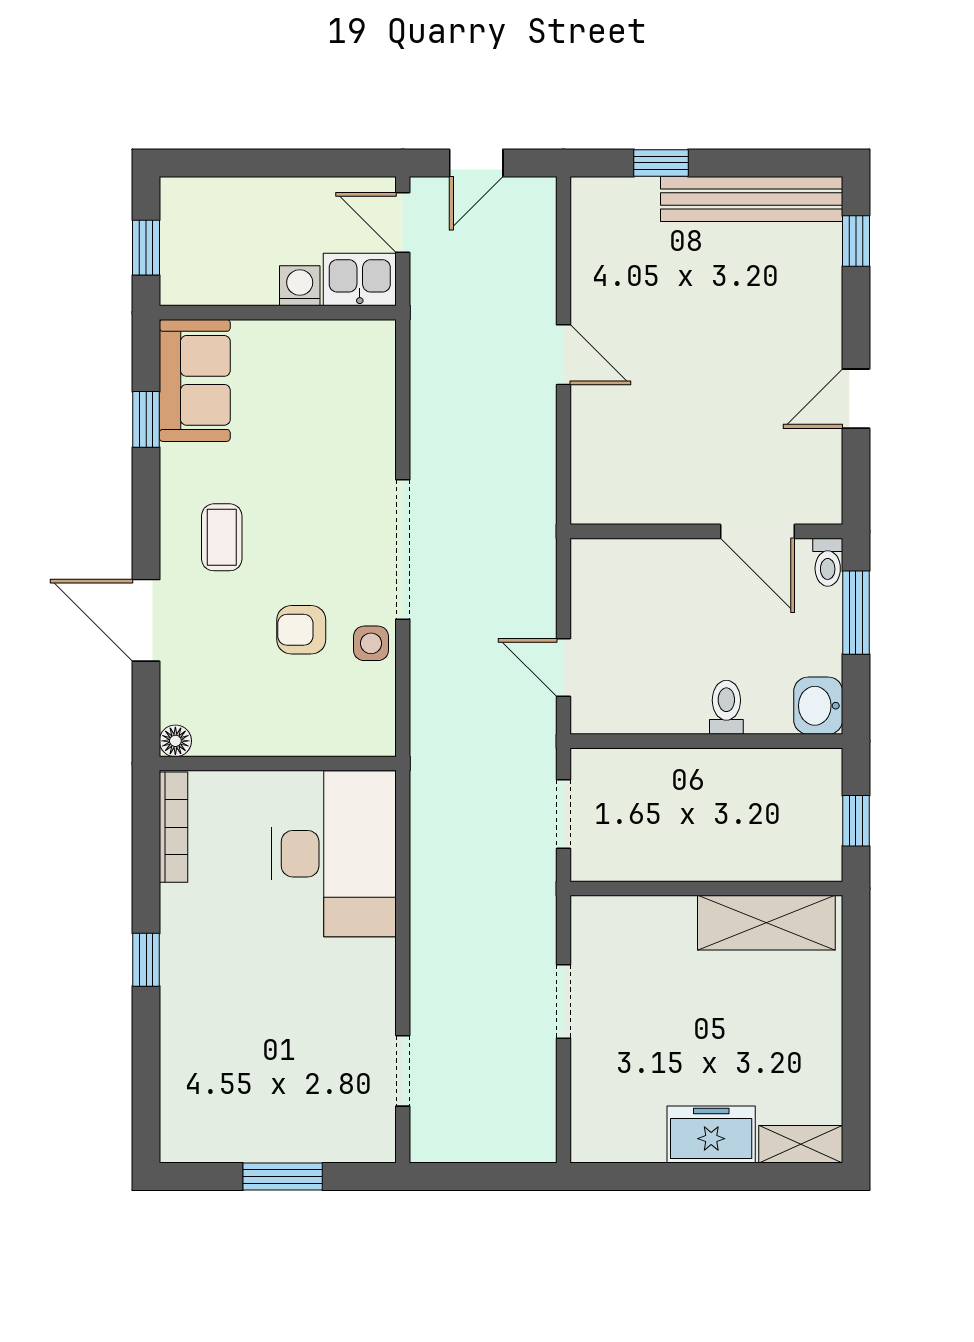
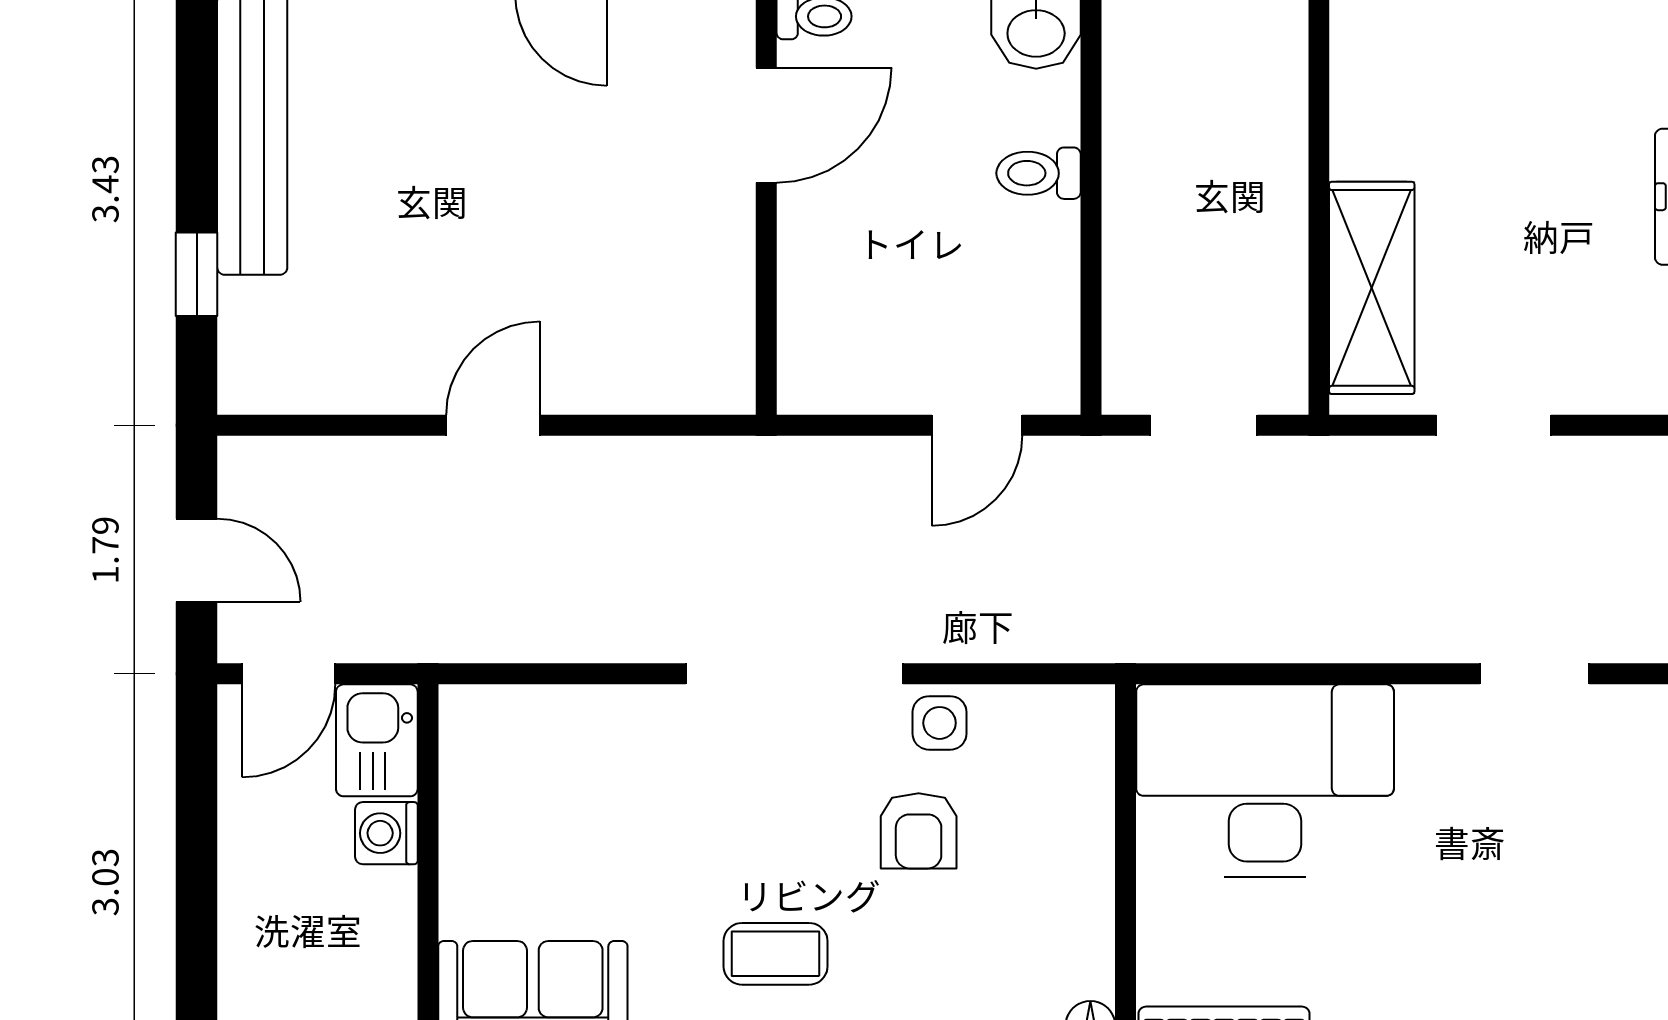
shelving: (766, 923) -> (1372, 288), moved
doorway: (403, 1071) -> (1535, 674), moved

